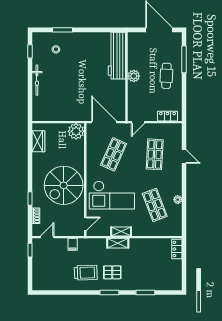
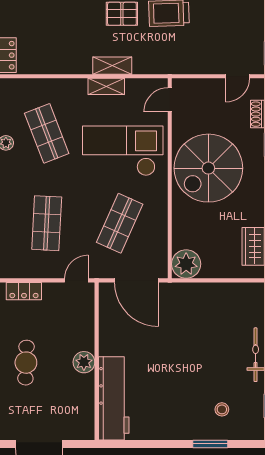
spiral stairs: (64, 185) -> (208, 168), turned 180
filing cabinet: (73, 244) -> (192, 63), removed

